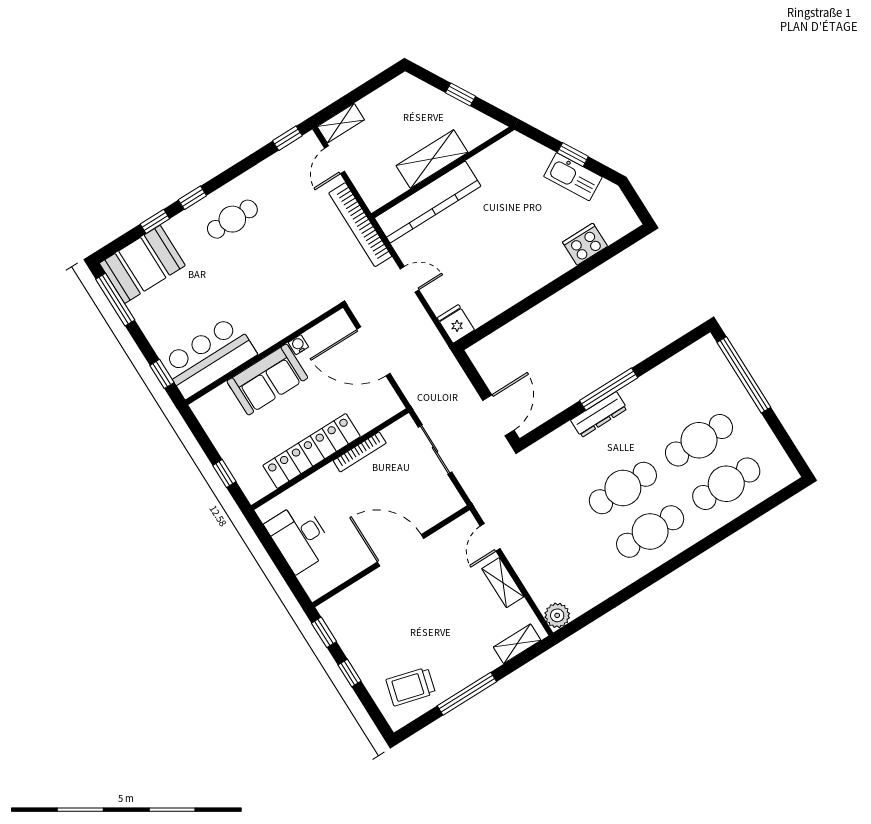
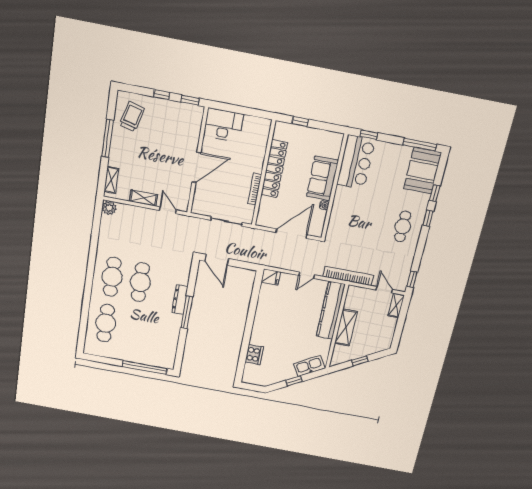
kitchen sink: (573, 177) -> (309, 366), moved
cafe table: (699, 440) -> (133, 328), removed
desk: (299, 537) -> (223, 125), moved

